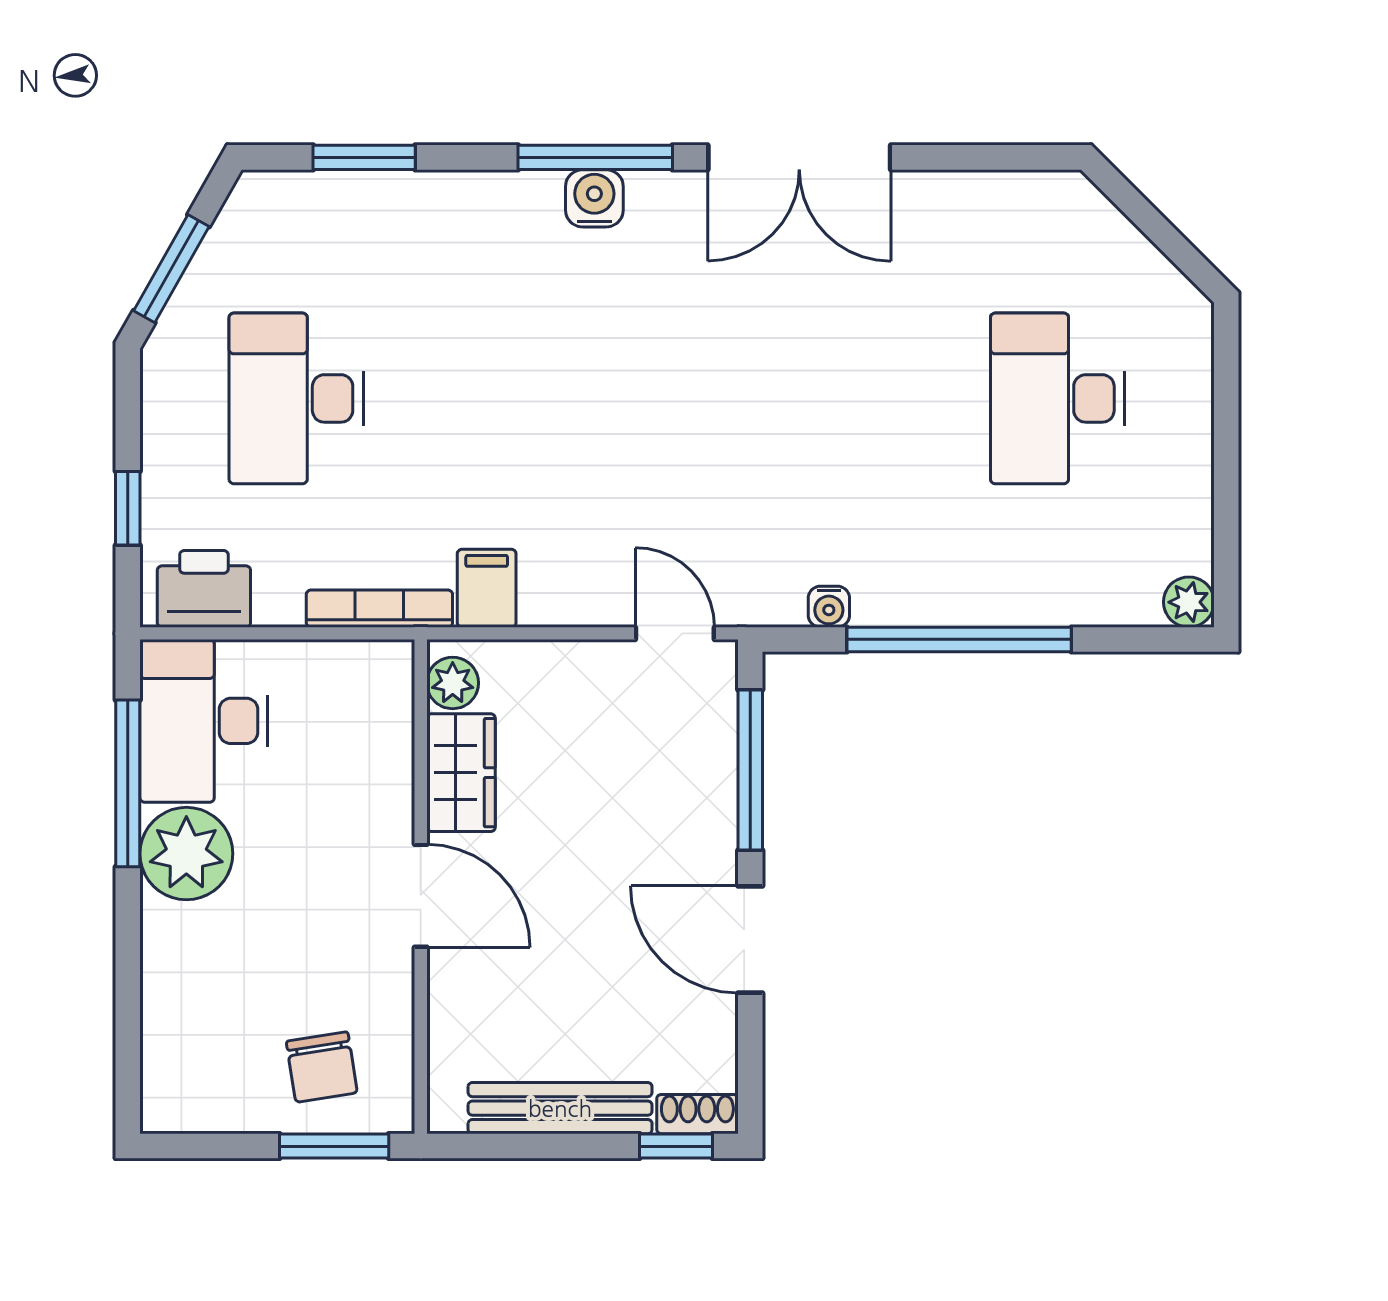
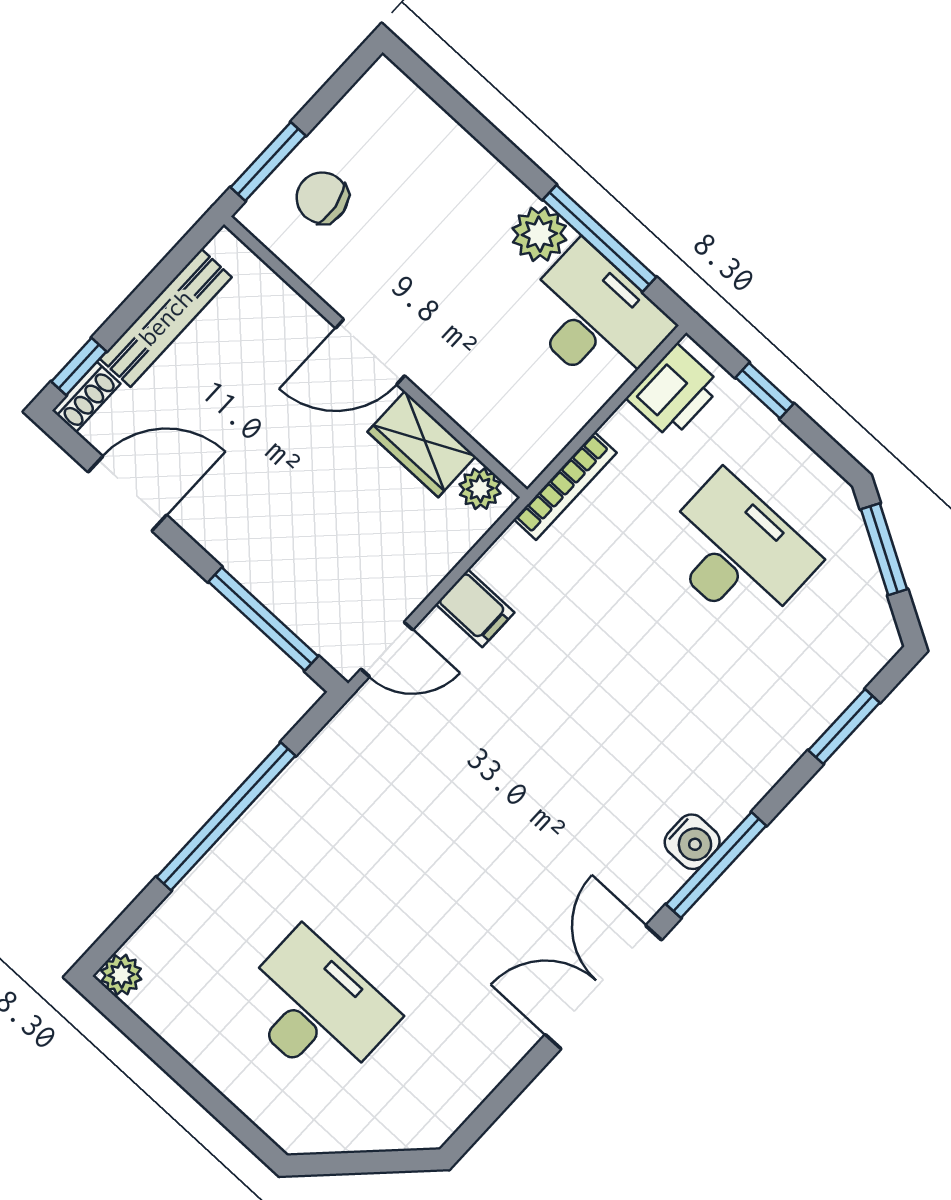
filing cabinet: (487, 588) -> (475, 608), moved
water cooler: (829, 607) -> (318, 756), removed
plant: (186, 854) -> (539, 234), width x0.73, depth x0.73
door: (750, 939) -> (127, 494), moved

